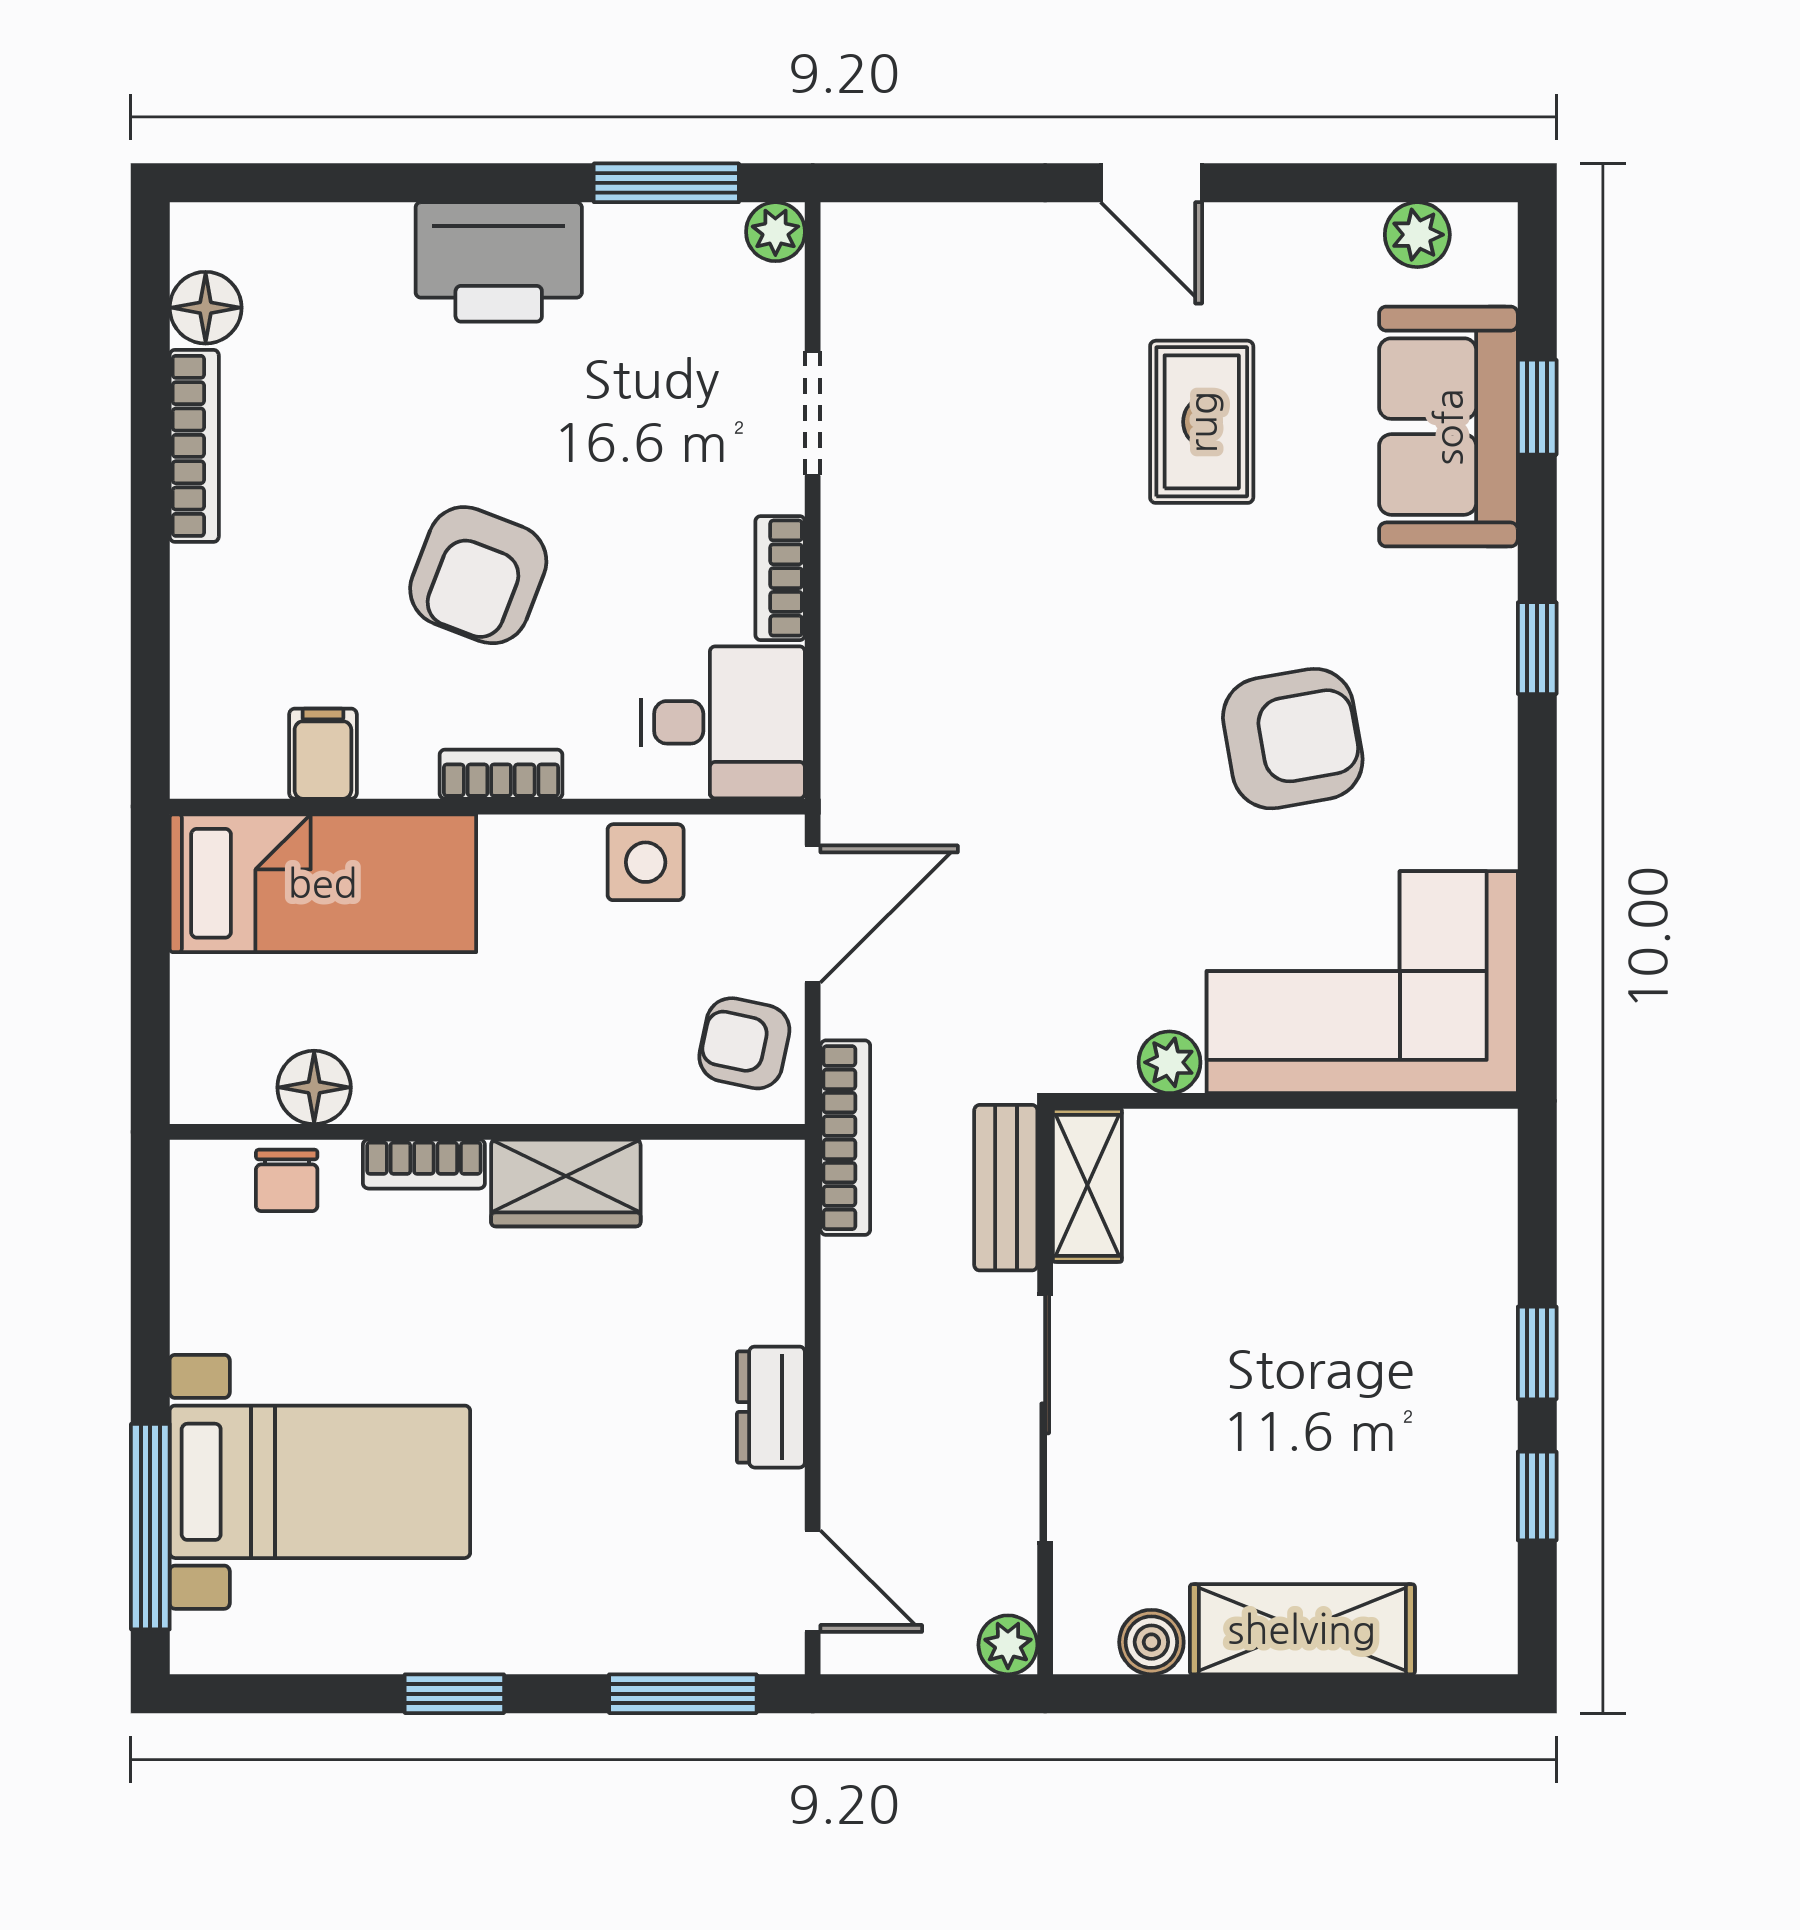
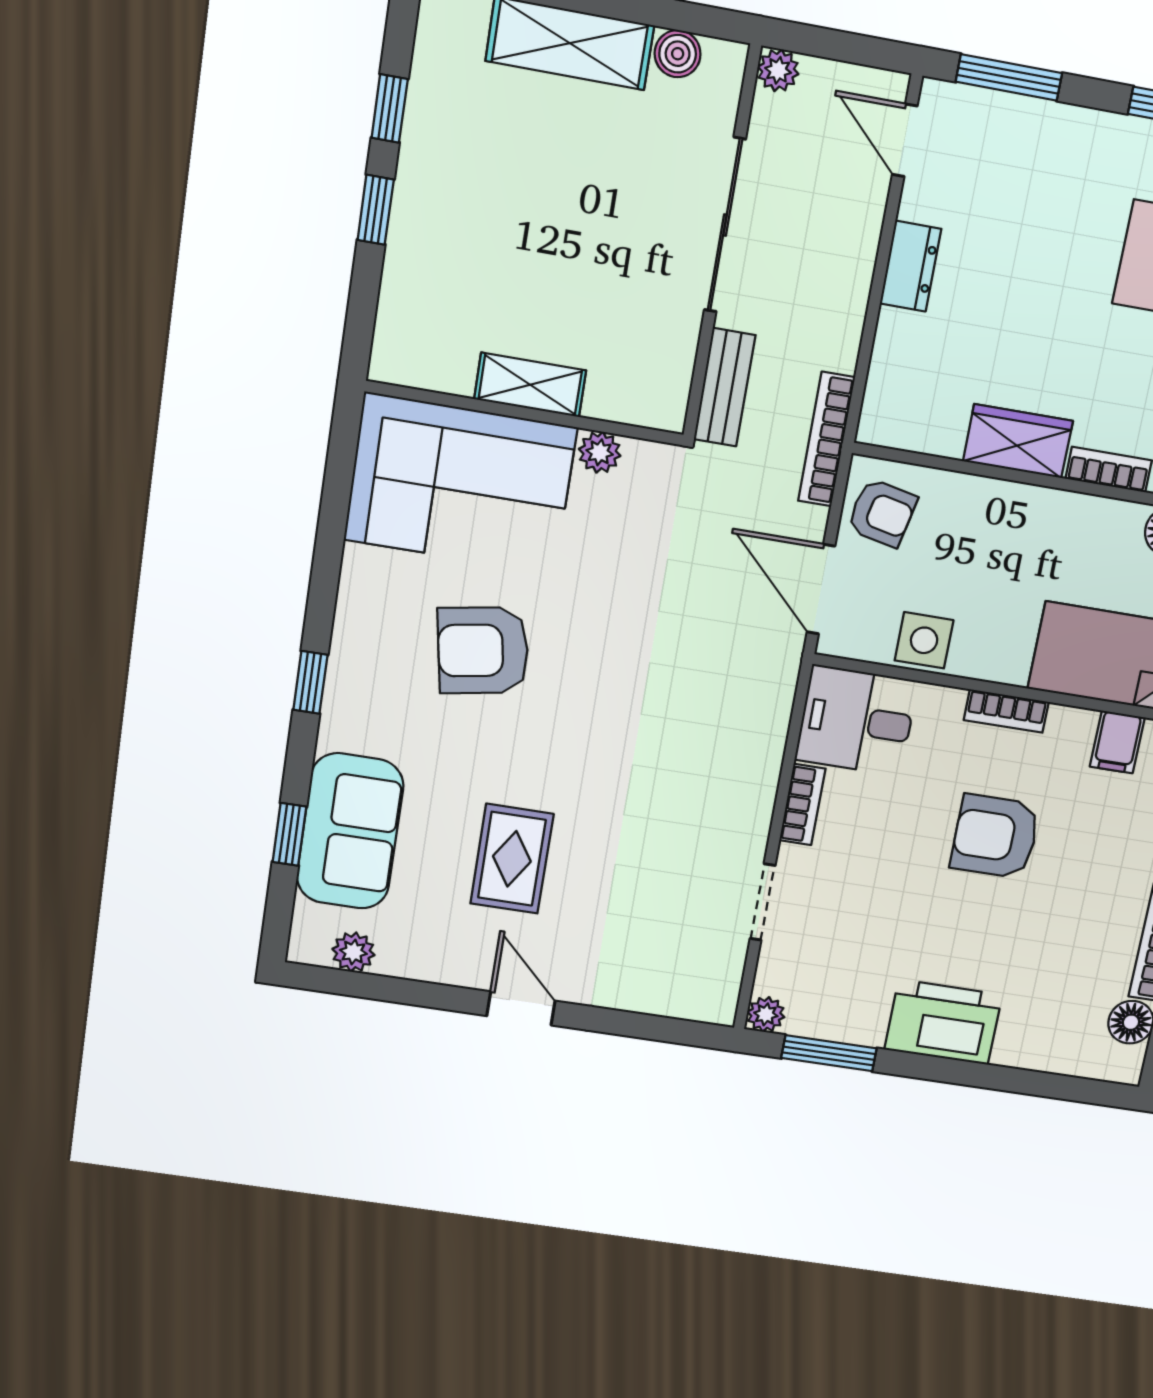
armchair: (478, 575) -> (995, 836), turned -111
door: (813, 914) -> (821, 589), hinge flipped
shelving: (1087, 1185) -> (530, 385), moved, turned 90

